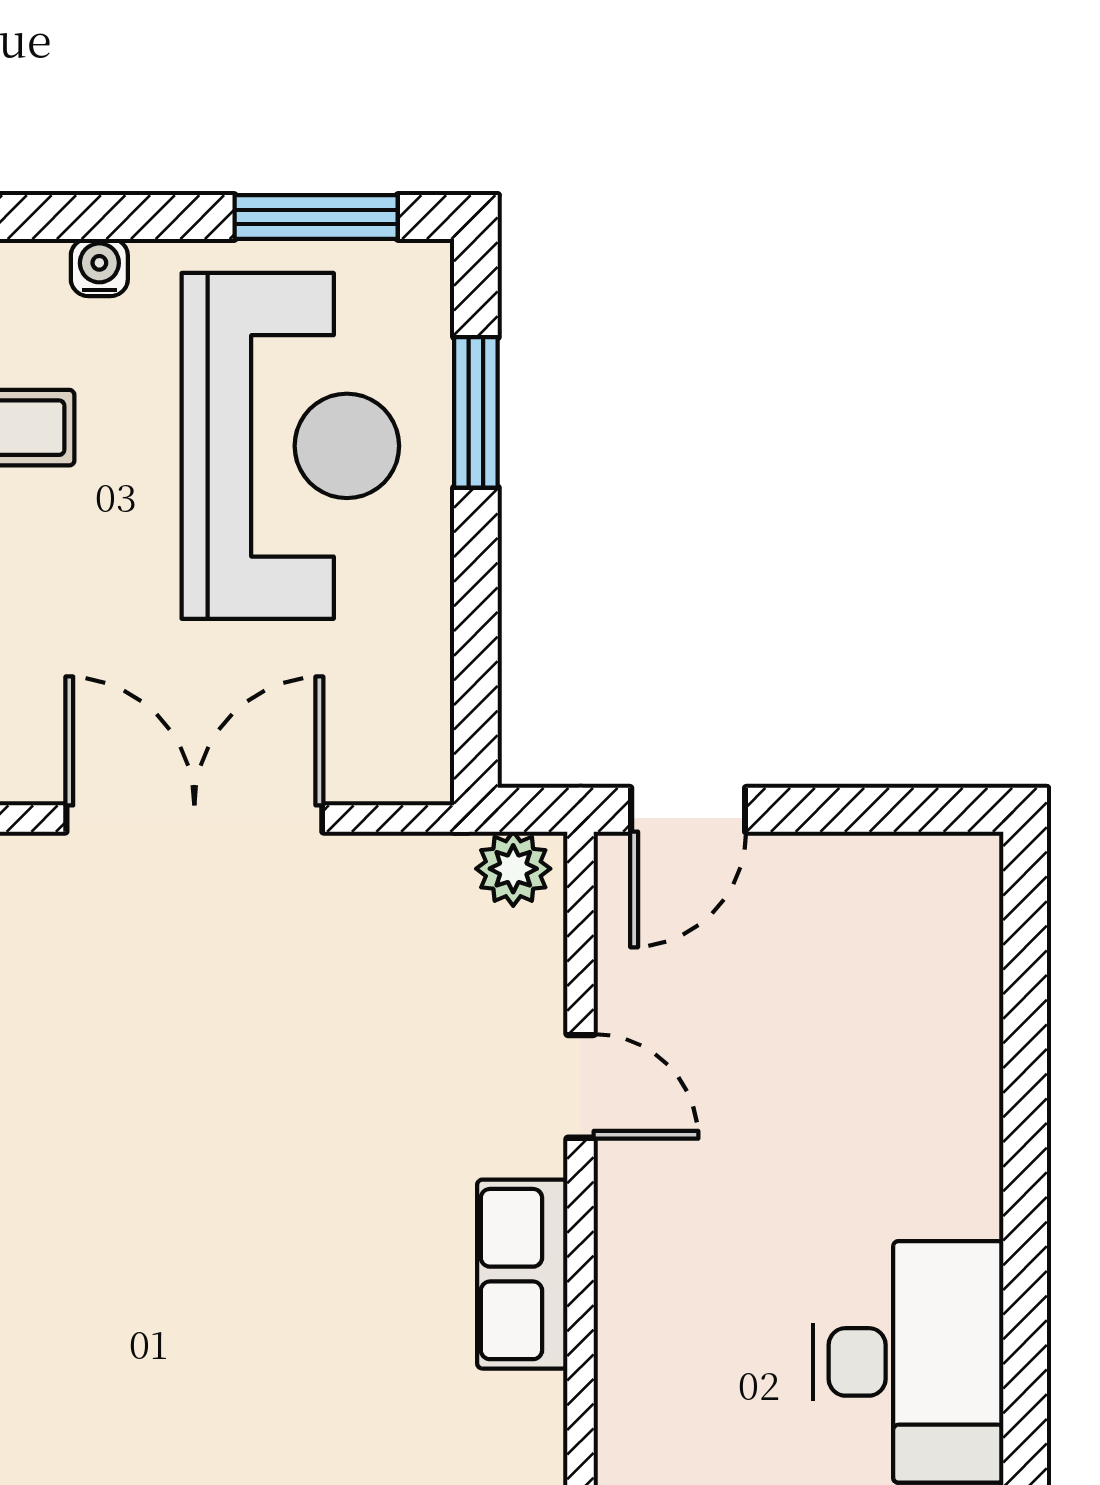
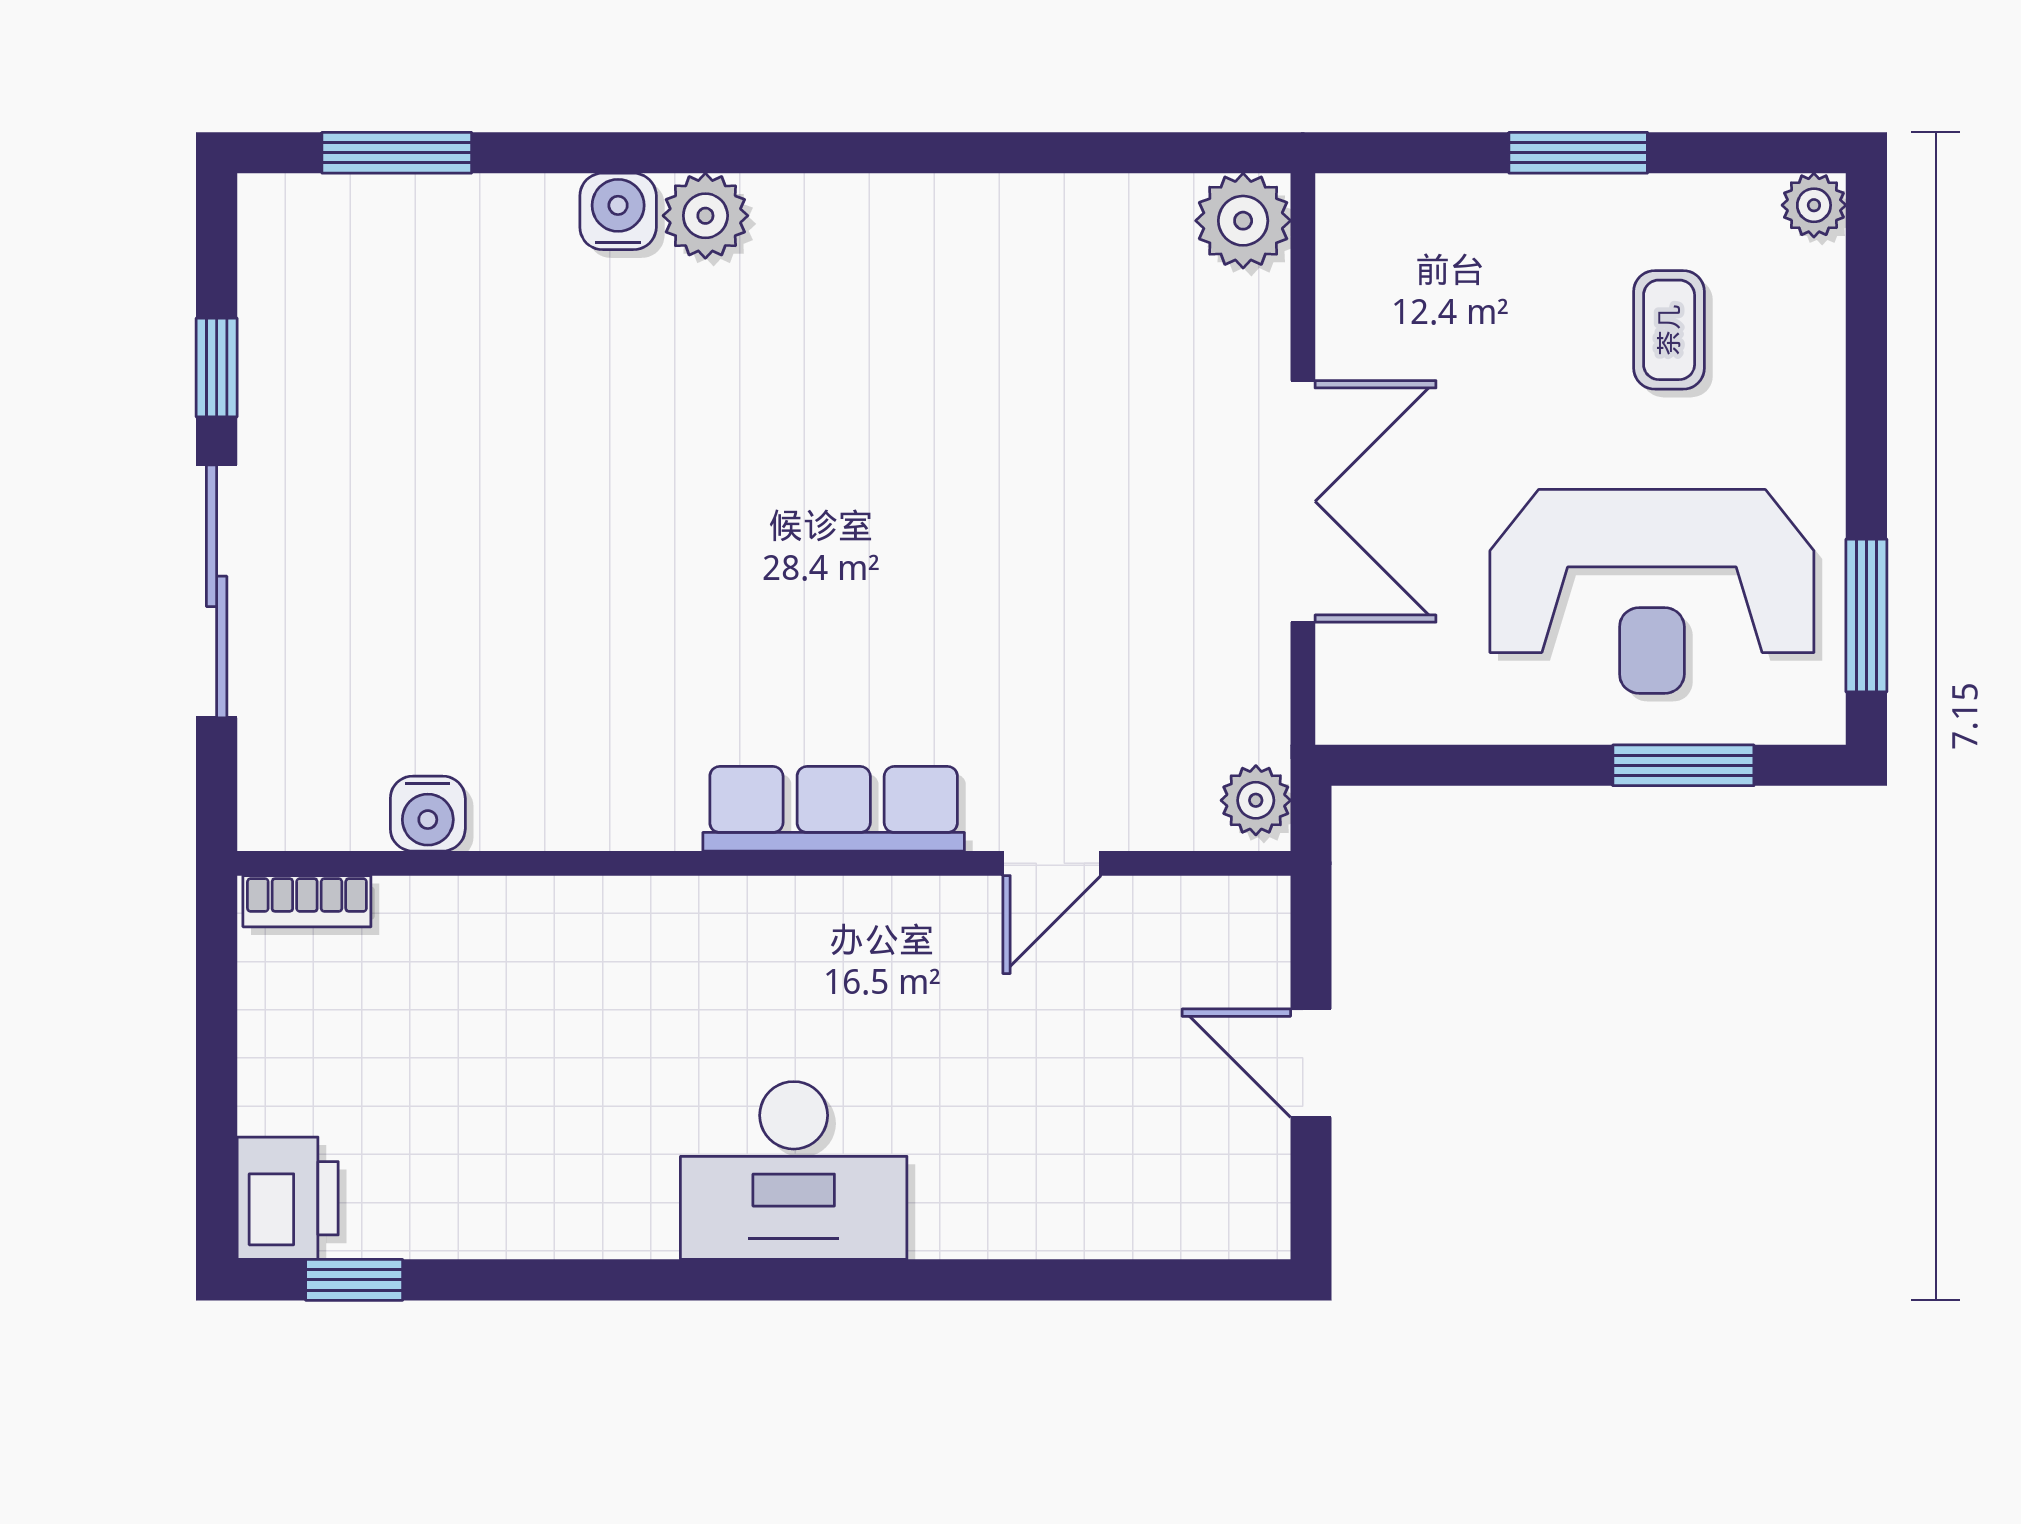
water cooler: (99, 267) -> (1819, 412), removed
door: (688, 810) -> (1311, 1063), moved
row of seats: (522, 1274) -> (834, 809), width x1.48

